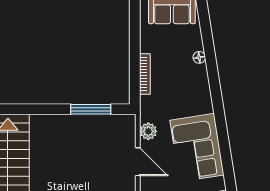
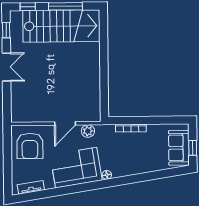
floor lamp: (199, 57) -> (107, 175), moved
window: (91, 109) -> (104, 88), removed

